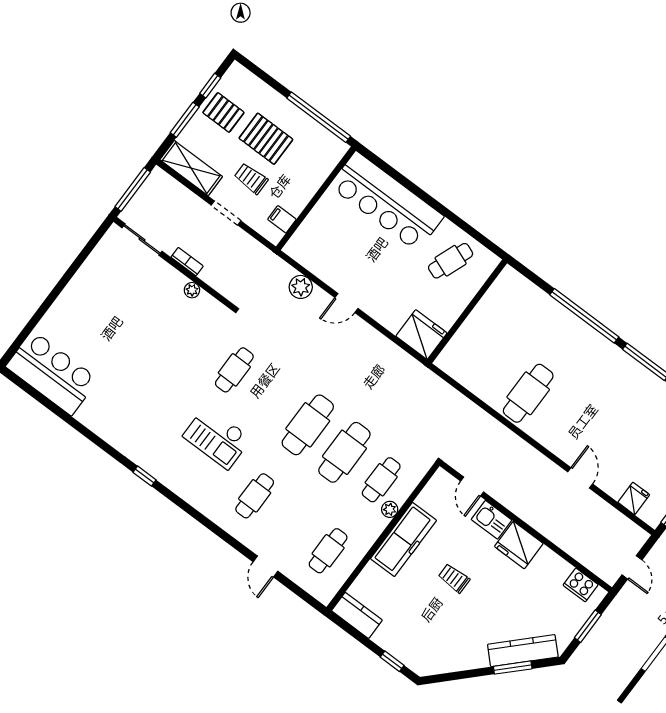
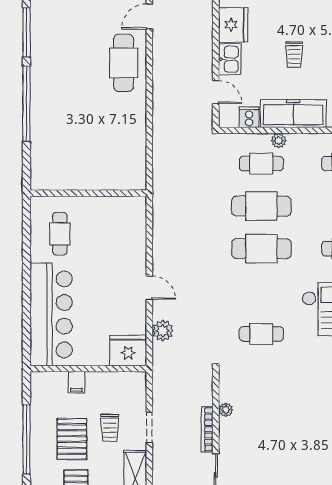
window: (319, 117) -> (26, 439), moved
filing cabinet: (282, 219) -> (76, 382), moved
cafe table: (451, 261) -> (60, 234), turned 69
bookcase: (187, 262) -> (207, 429), width x1.56
fridge: (421, 335) -> (128, 350), moved, turned 90
cafe table: (528, 393) -> (124, 63), moved, turned 90
door: (472, 486) -> (216, 92), hinge flipped
cooker: (429, 499) -> (249, 117), added

